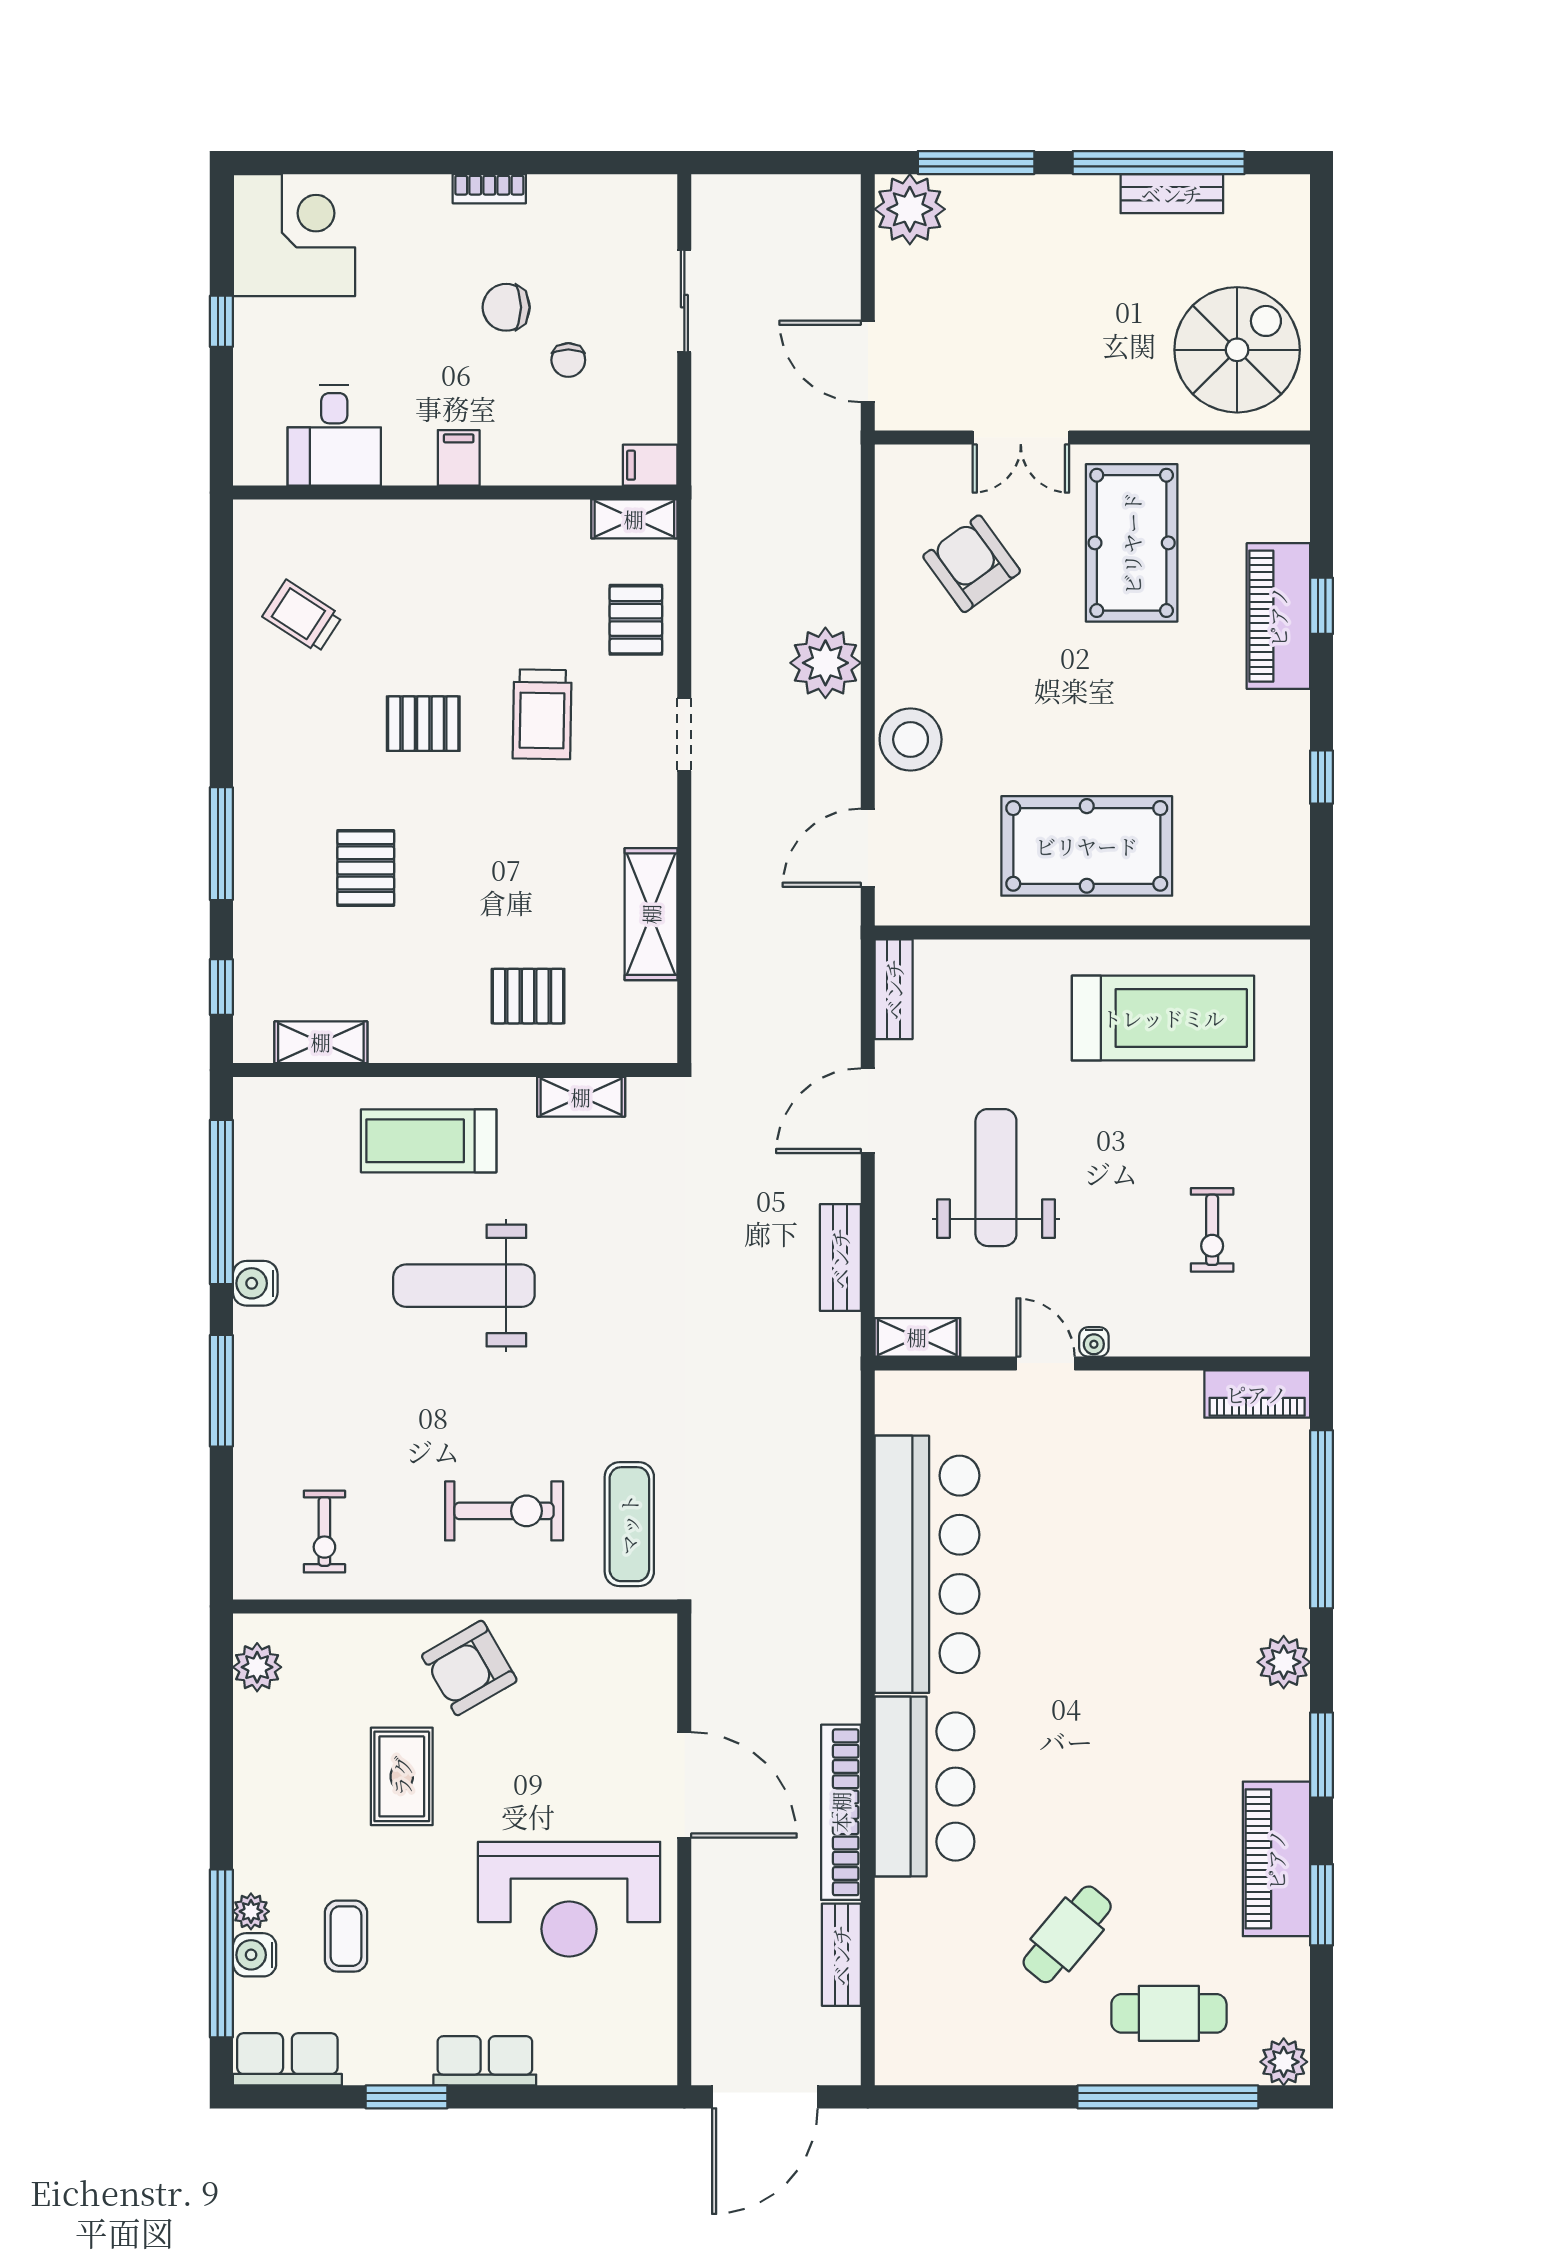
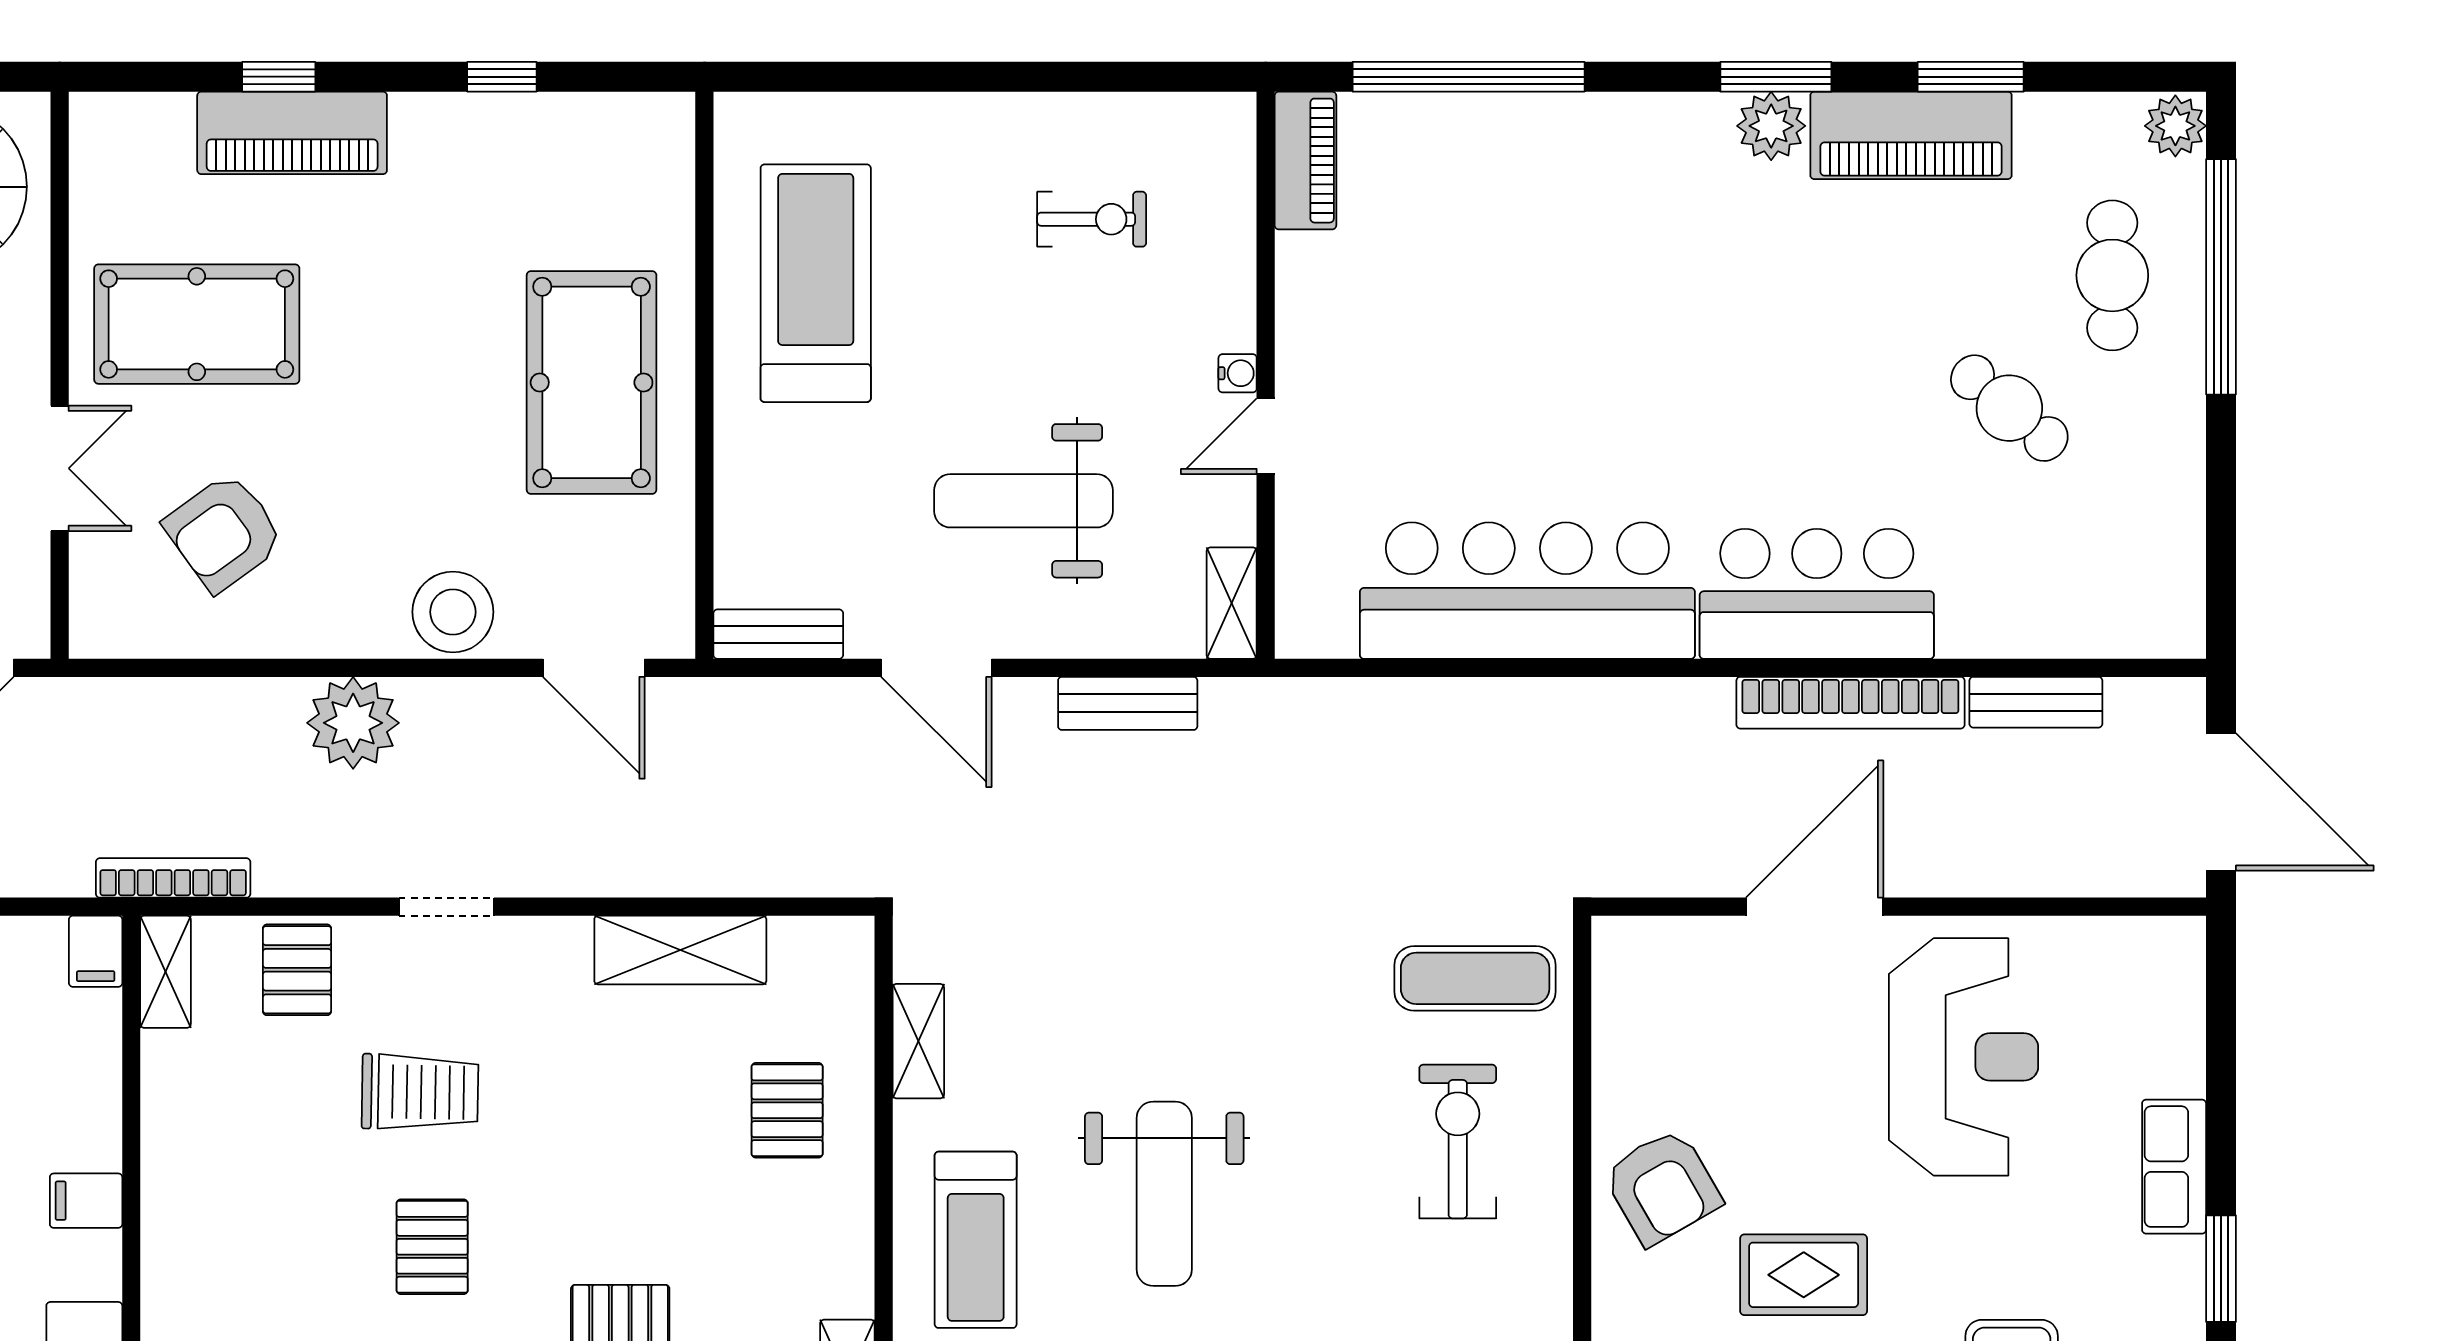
bookcase: (706, 525) -> (173, 878), added
pallet: (636, 620) -> (297, 970), turned 90
plant: (1284, 1662) -> (1771, 126), moved

